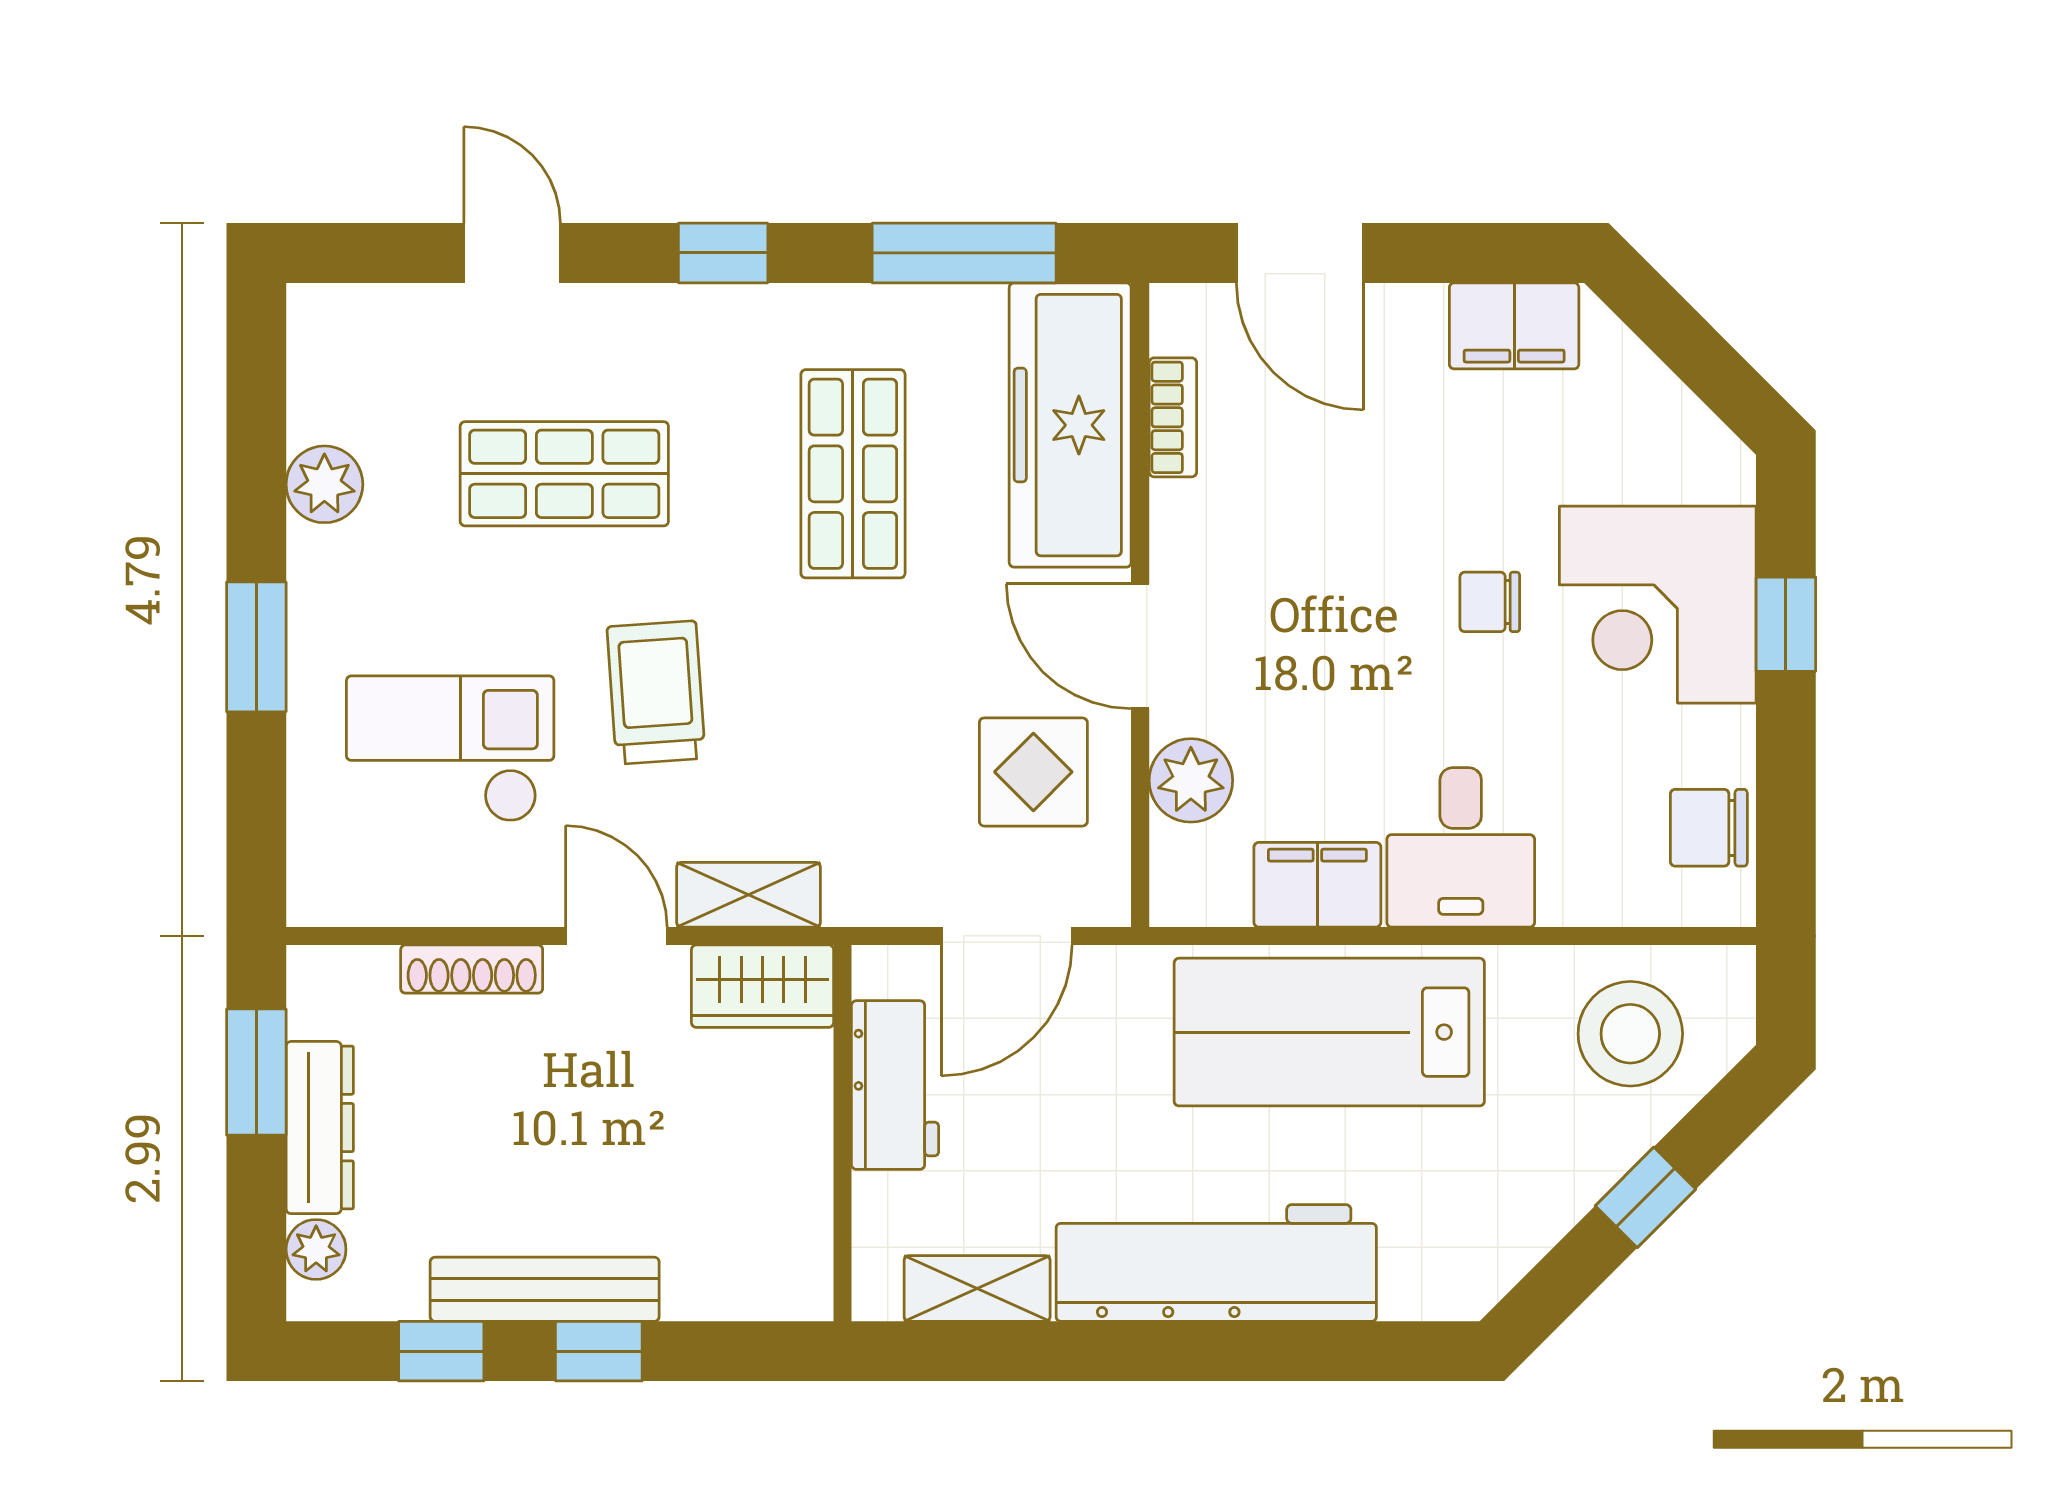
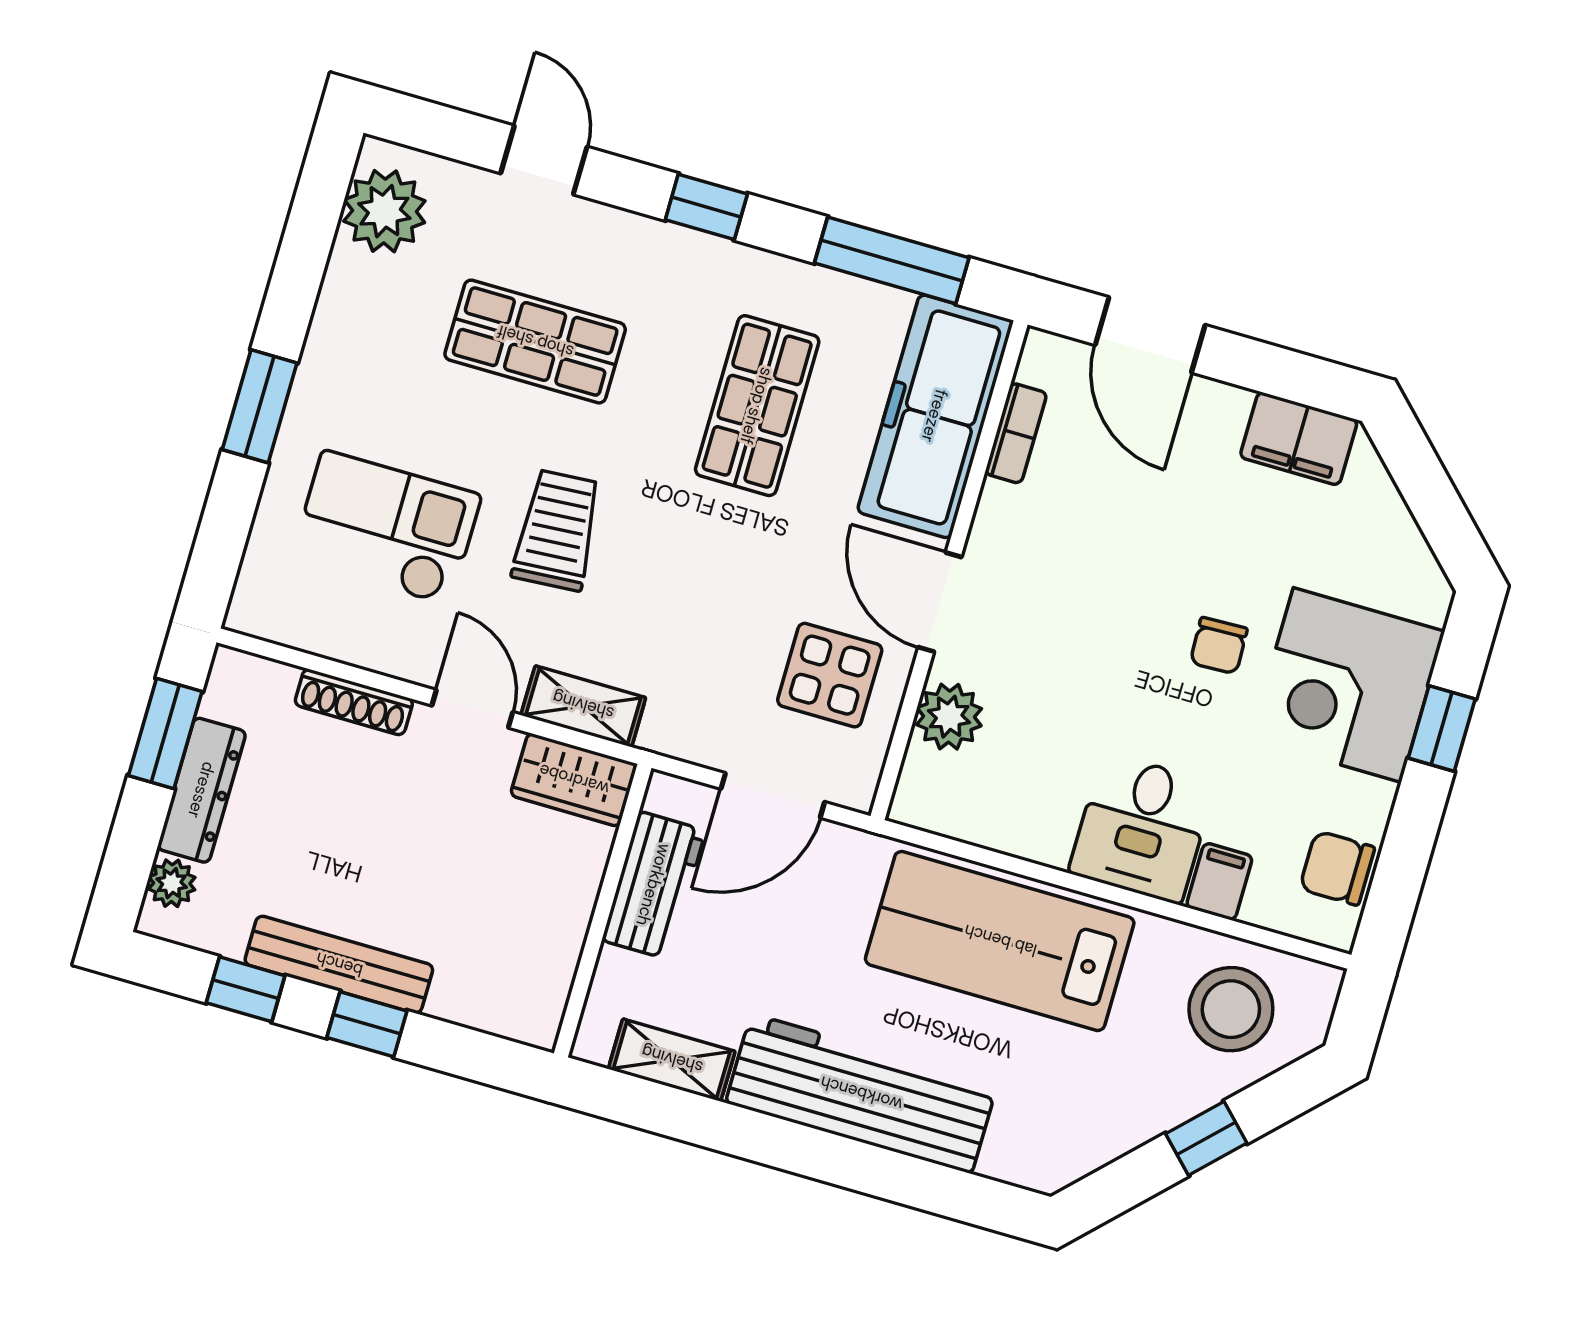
plant: (324, 484) -> (384, 211), moved, width x1.36, depth x1.36
chair: (1490, 602) -> (1219, 646), turned -92
filing cabinet: (1317, 885) -> (1219, 882), moved, width x0.50

